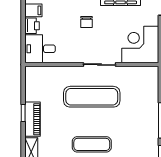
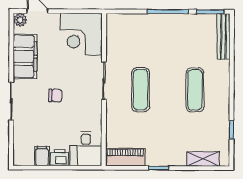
exercise mat: (92, 97) -> (141, 90), width x0.73, depth x0.69
piano: (33, 119) -> (125, 157), moved

